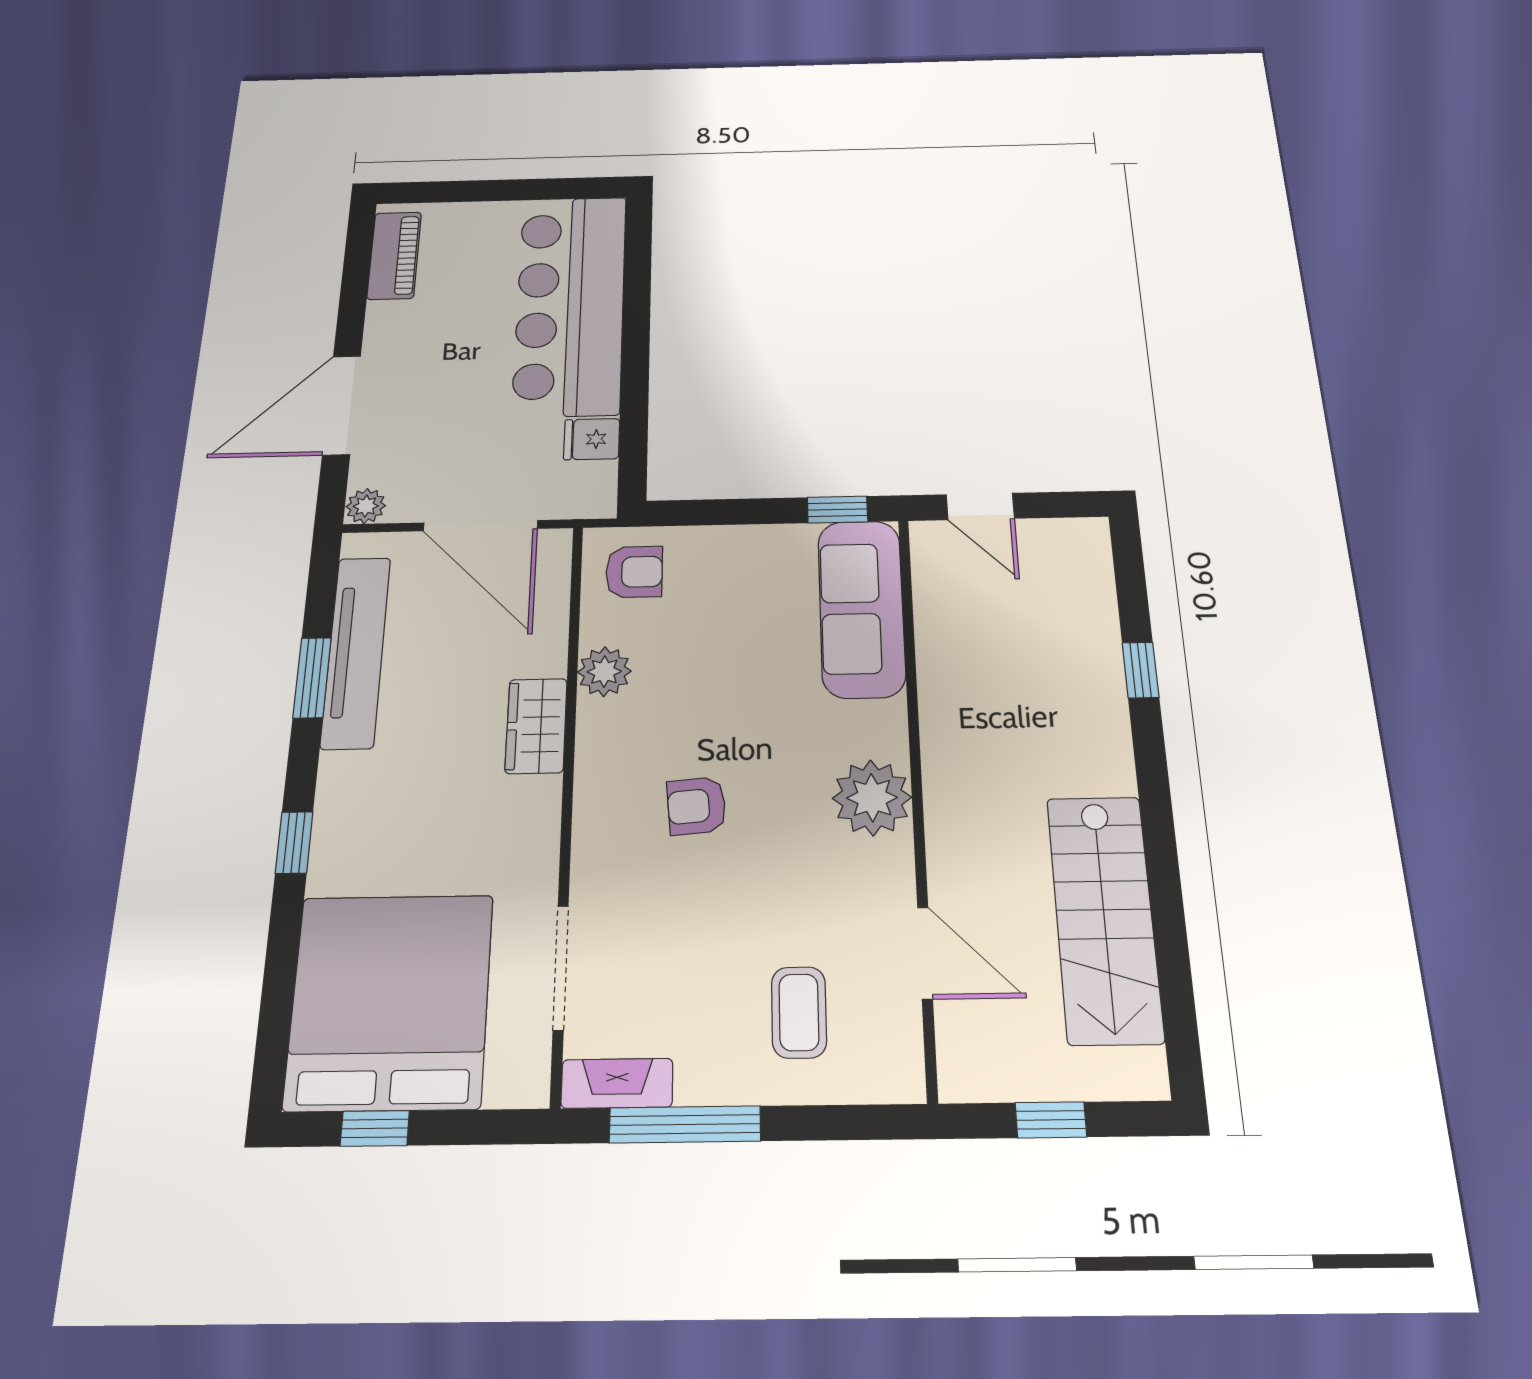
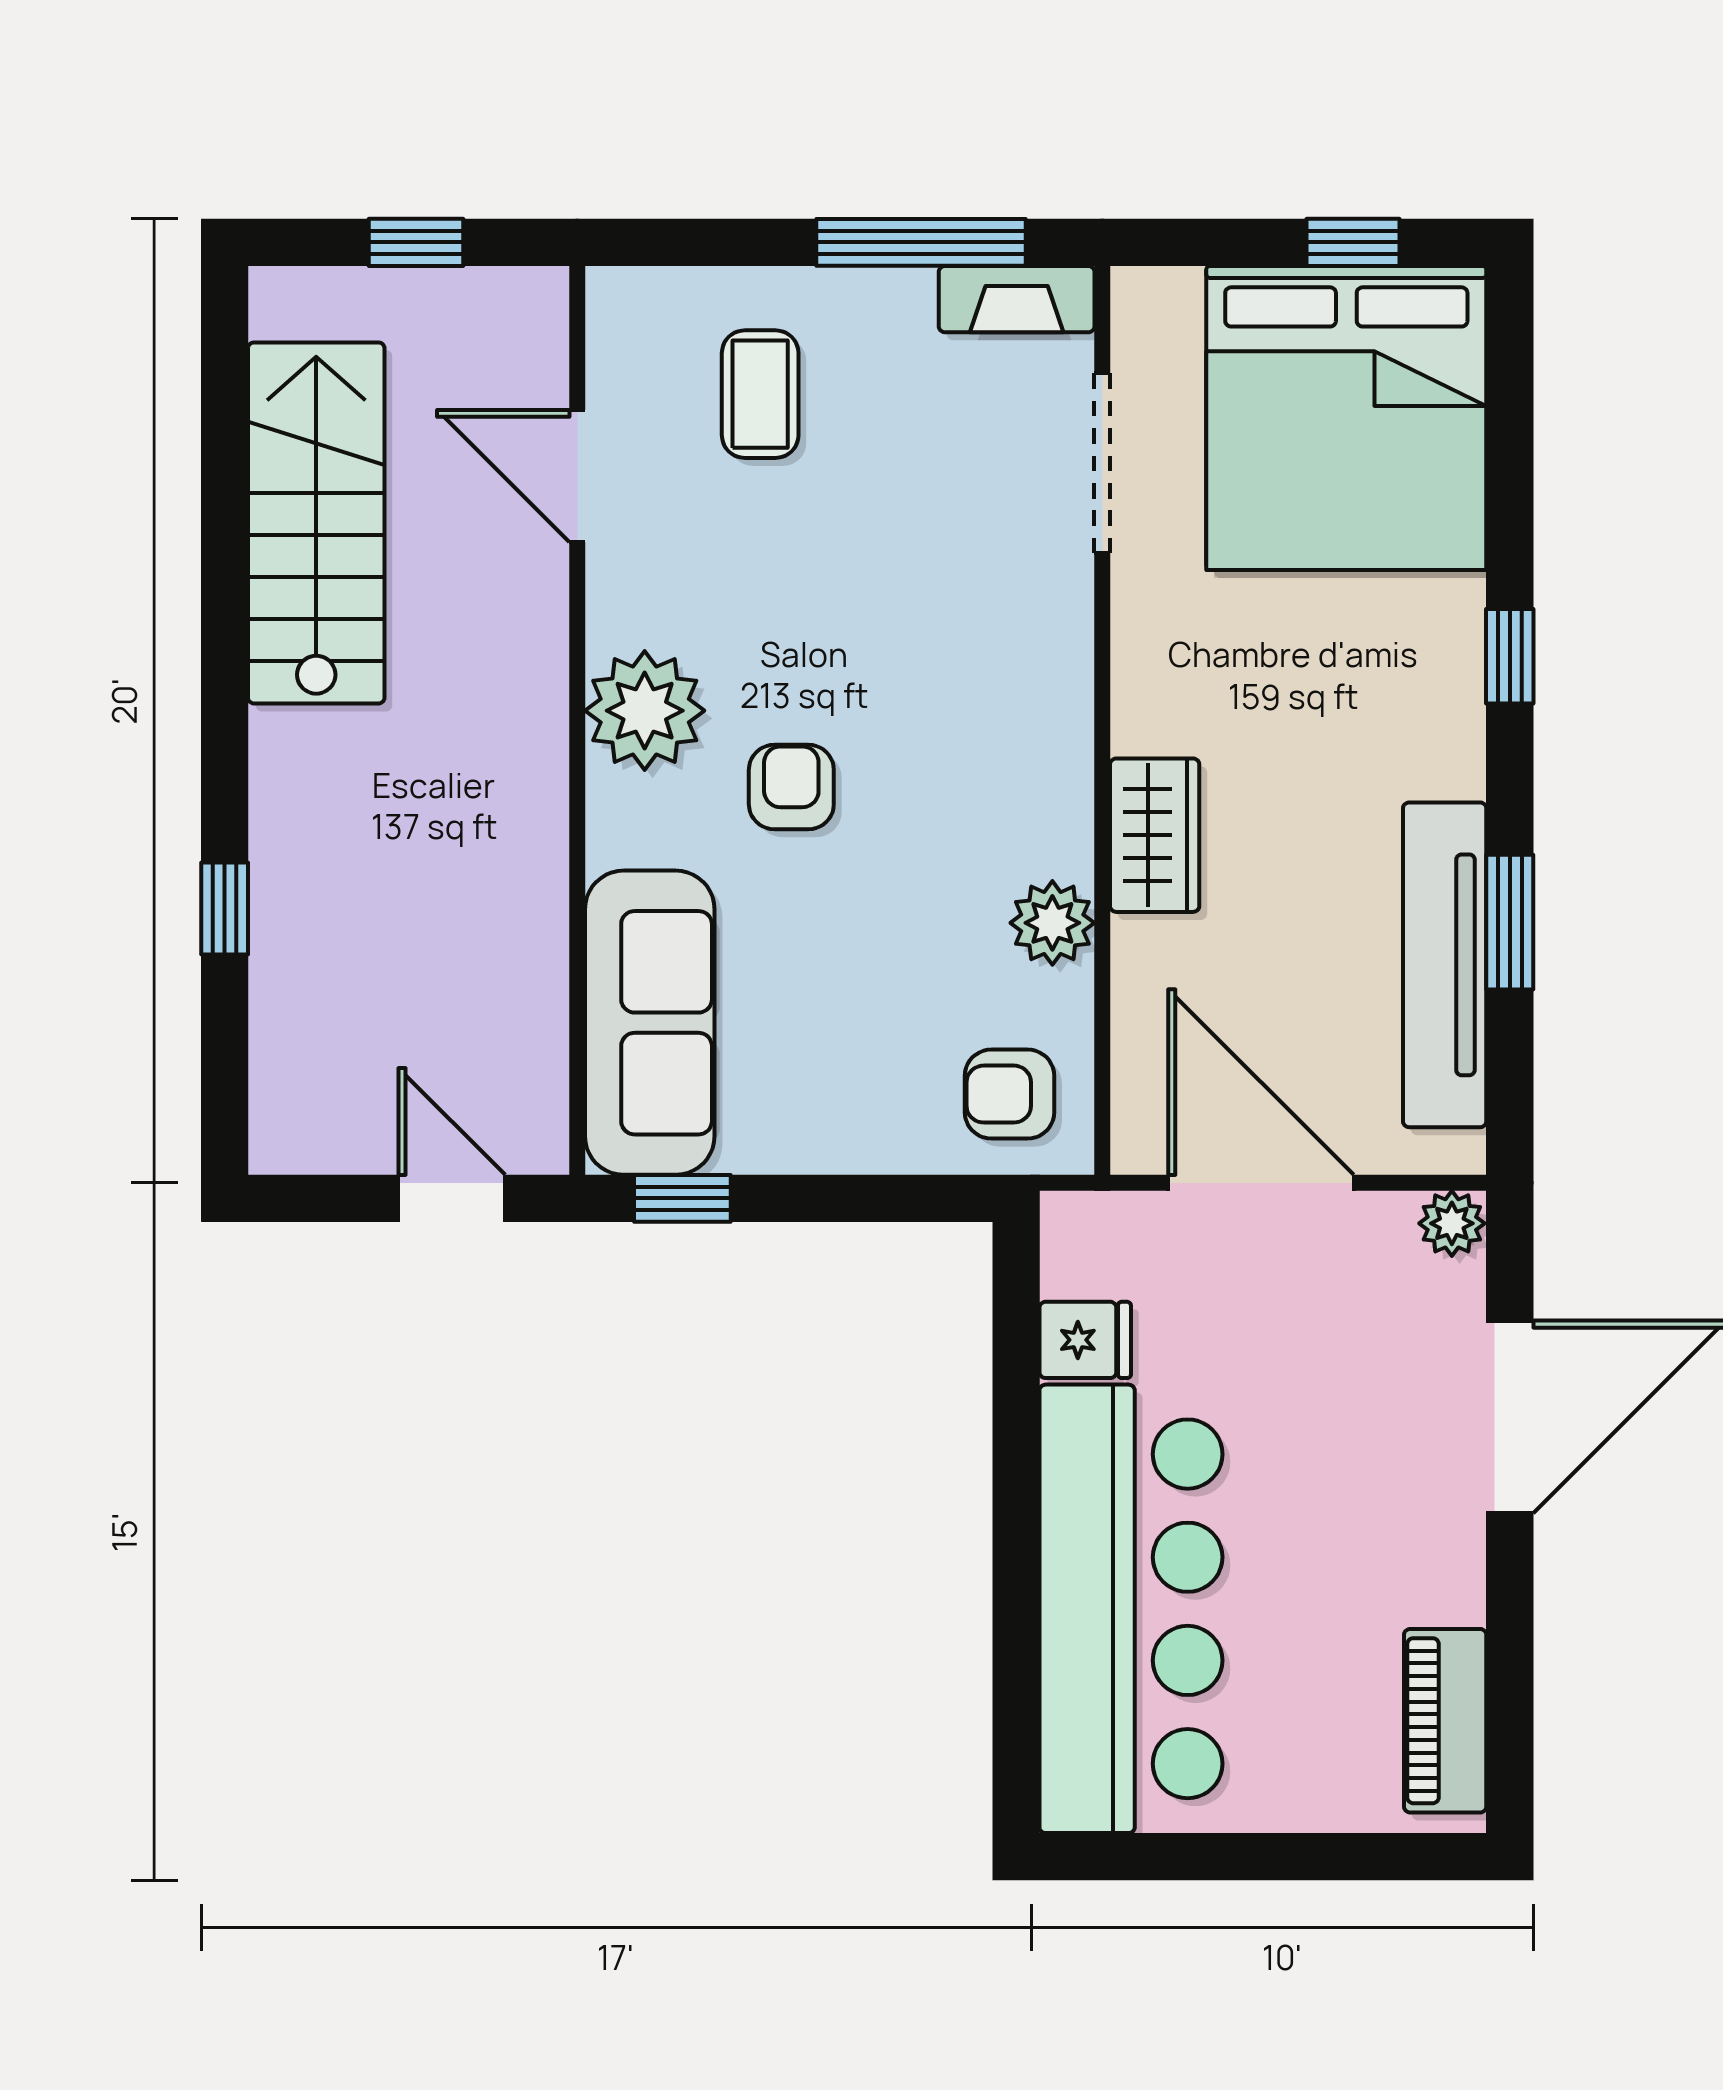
armchair: (697, 806) -> (791, 787), moved, turned -85

